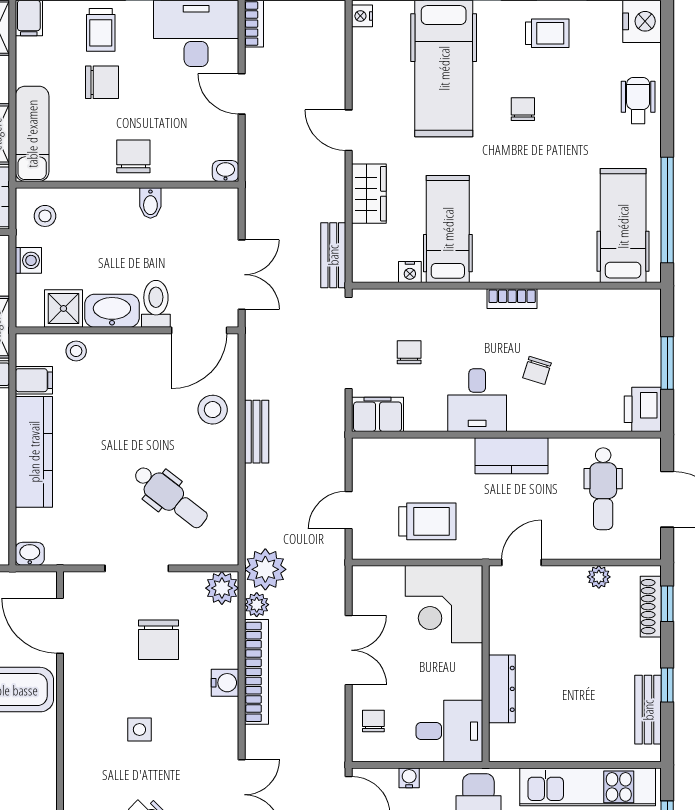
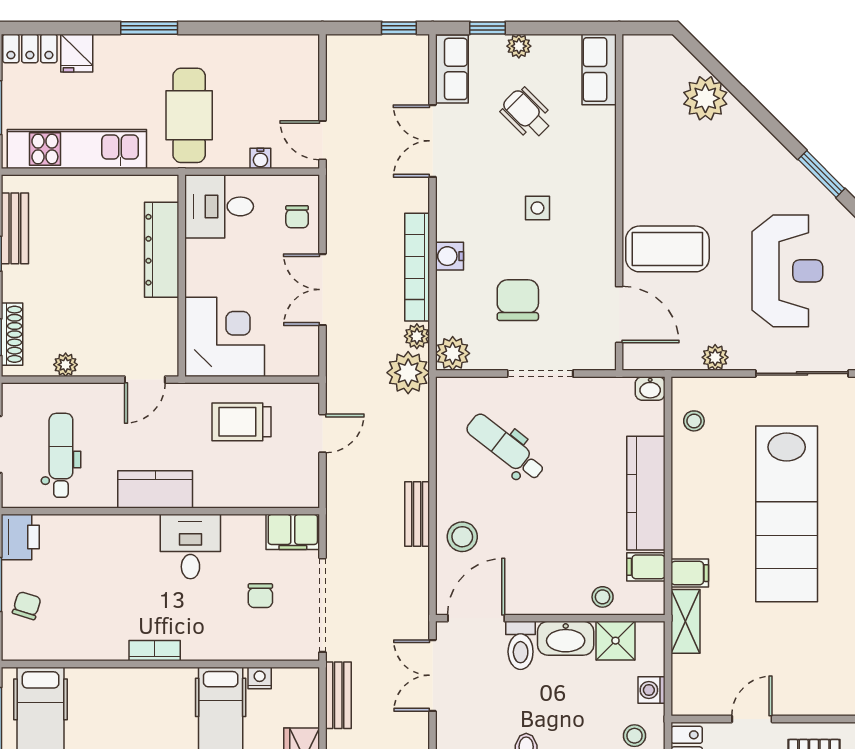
chair: (537, 370) -> (27, 605), moved
dresser: (502, 689) -> (162, 250), width x1.37, depth x1.24

